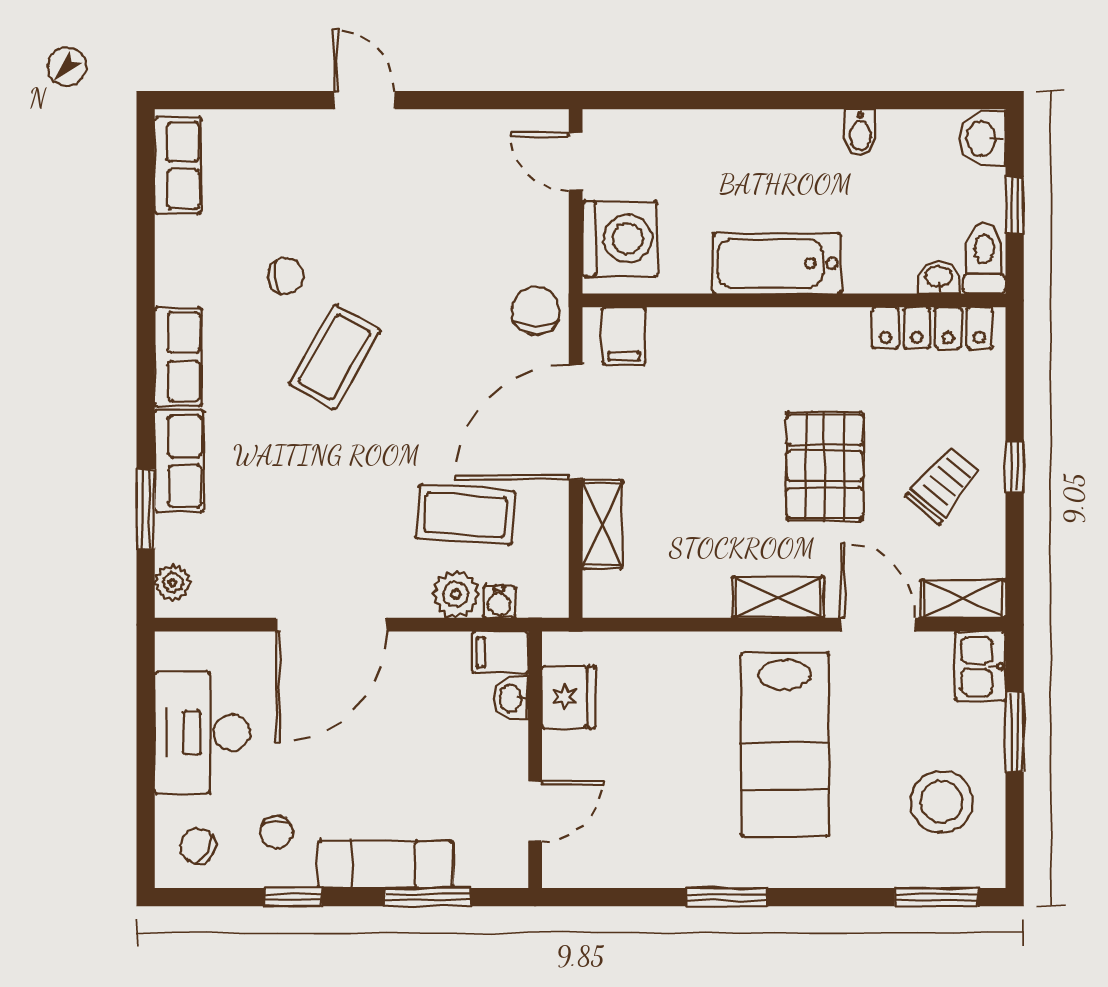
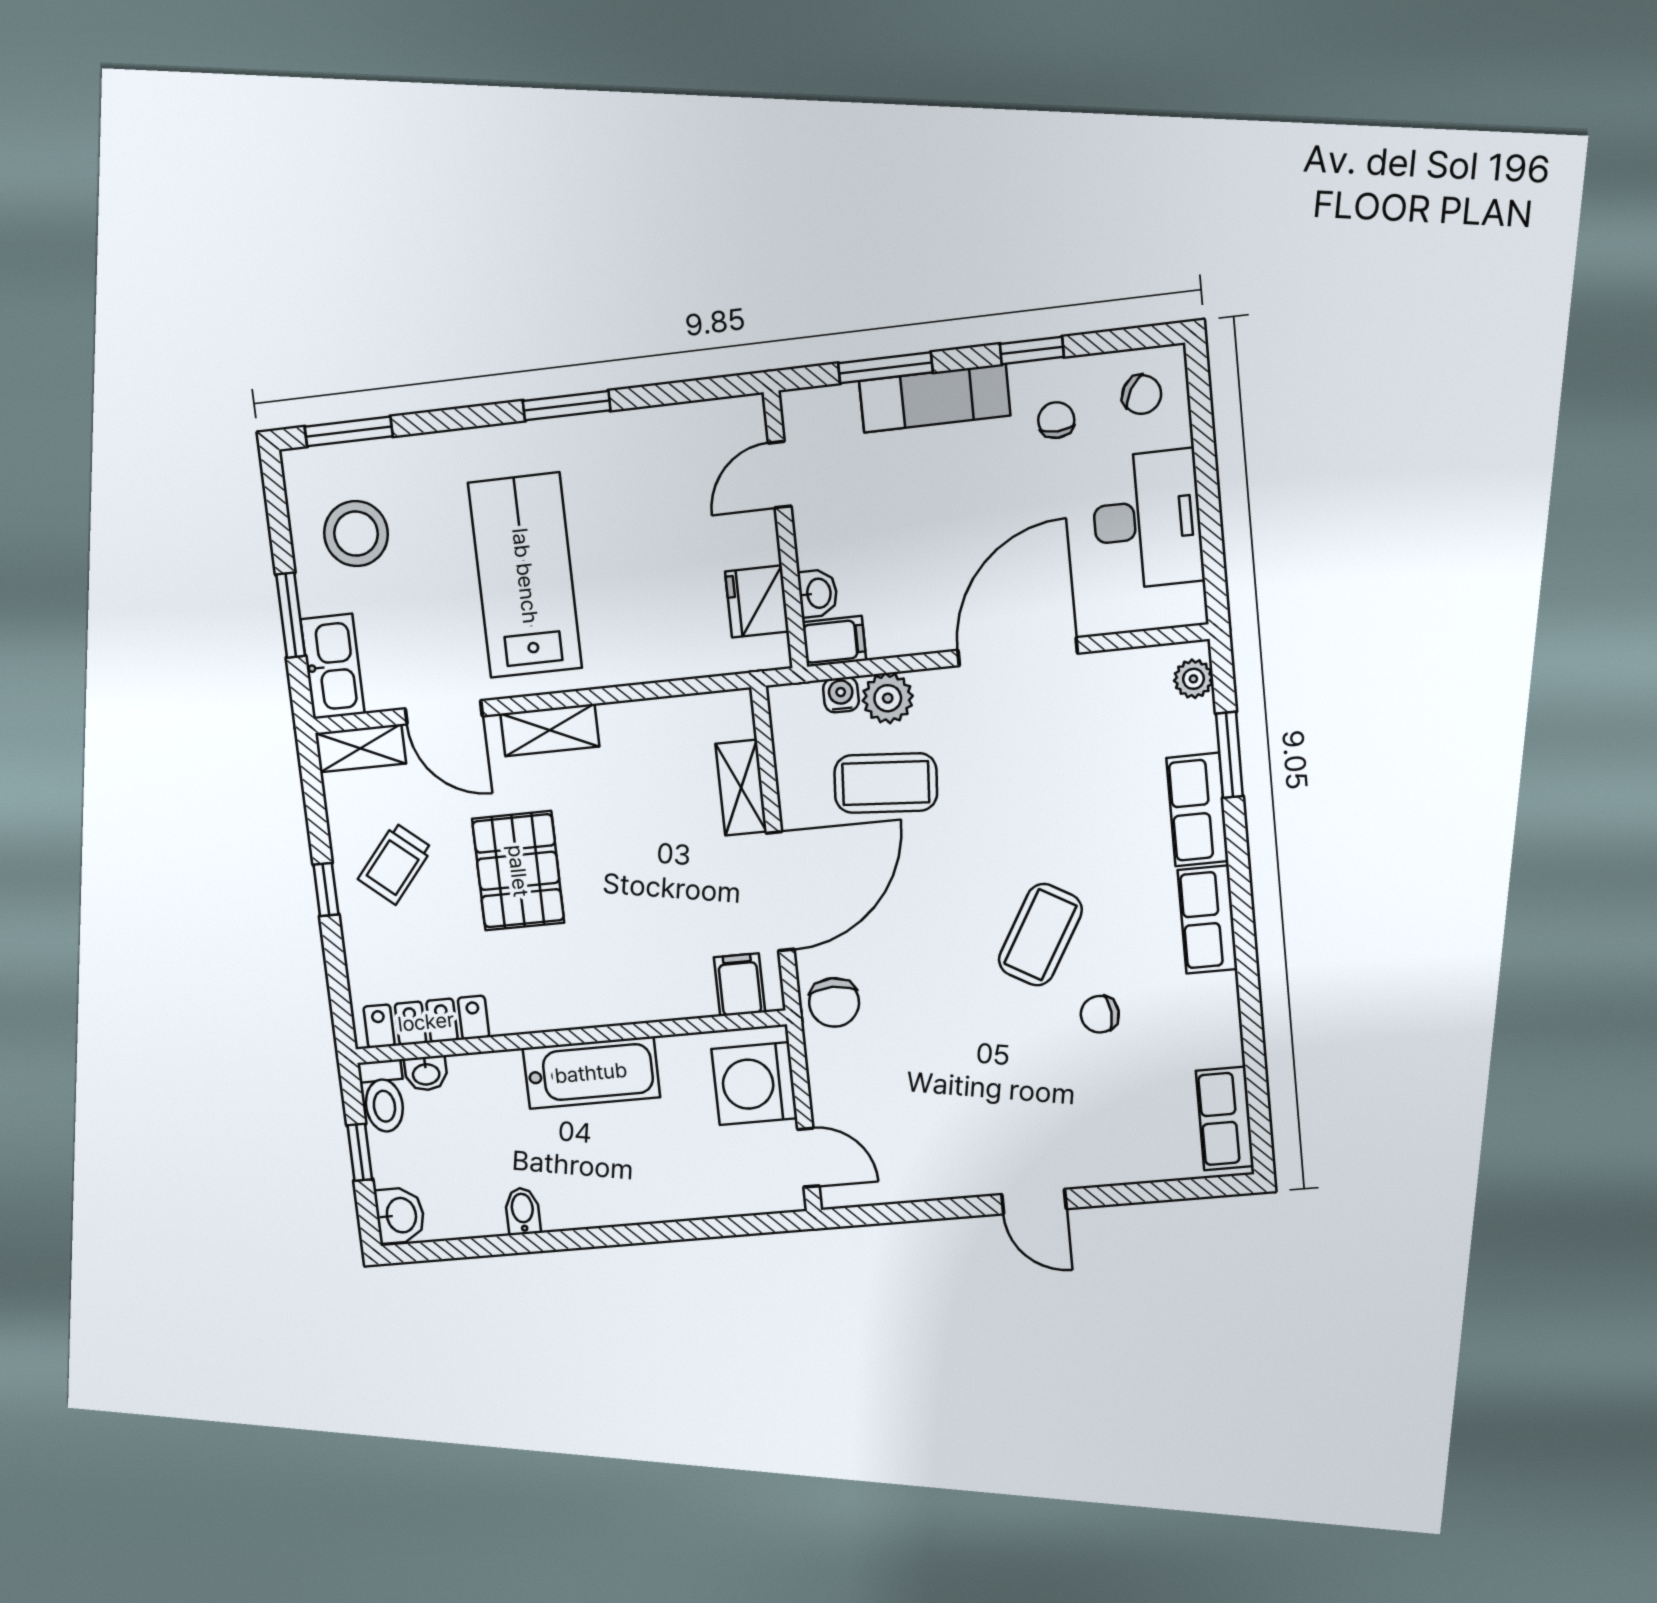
kitchen sink: (980, 666) -> (333, 666), width x1.38

